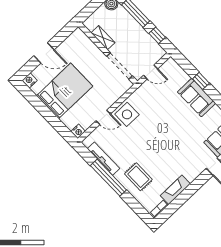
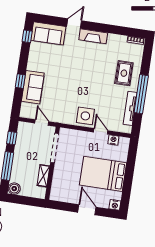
sofa: (197, 98) -> (33, 87), moved
nightstand: (78, 131) -> (113, 140), moved
fireplace: (175, 190) -> (93, 36), moved

